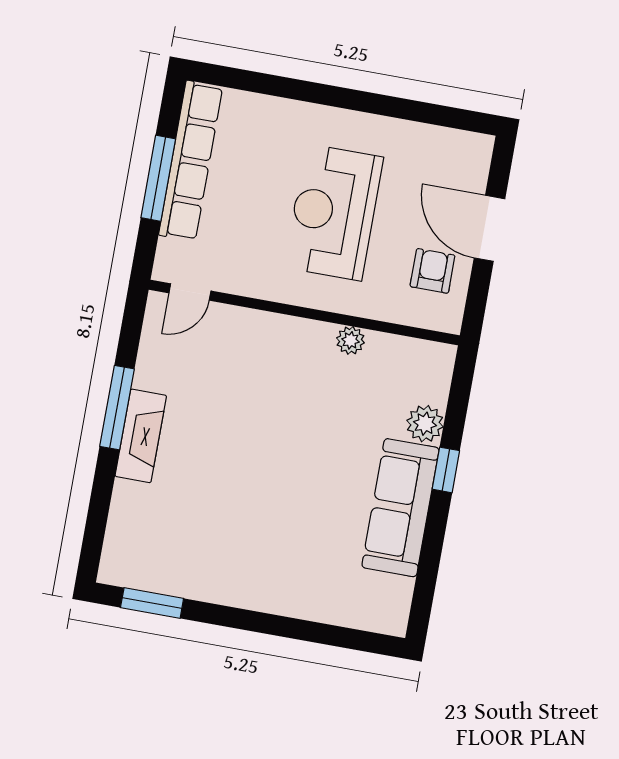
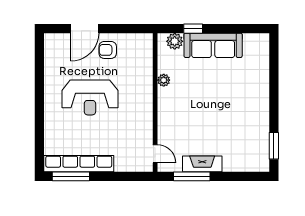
window: (158, 178) -> (71, 176), moved
door: (190, 292) -> (155, 154), moved
wall: (304, 312) -> (155, 102), moved
plant: (350, 340) -> (164, 80), moved

